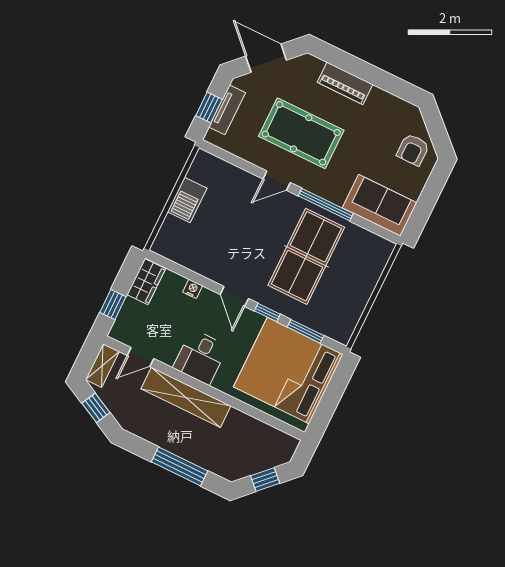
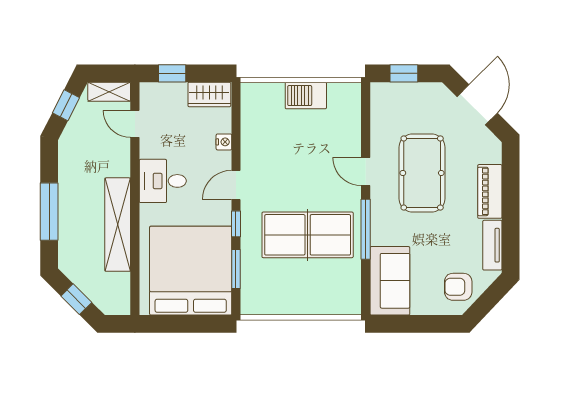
tv unit: (227, 110) -> (492, 245), moved, turned 90
shelving: (186, 397) -> (118, 225), moved

